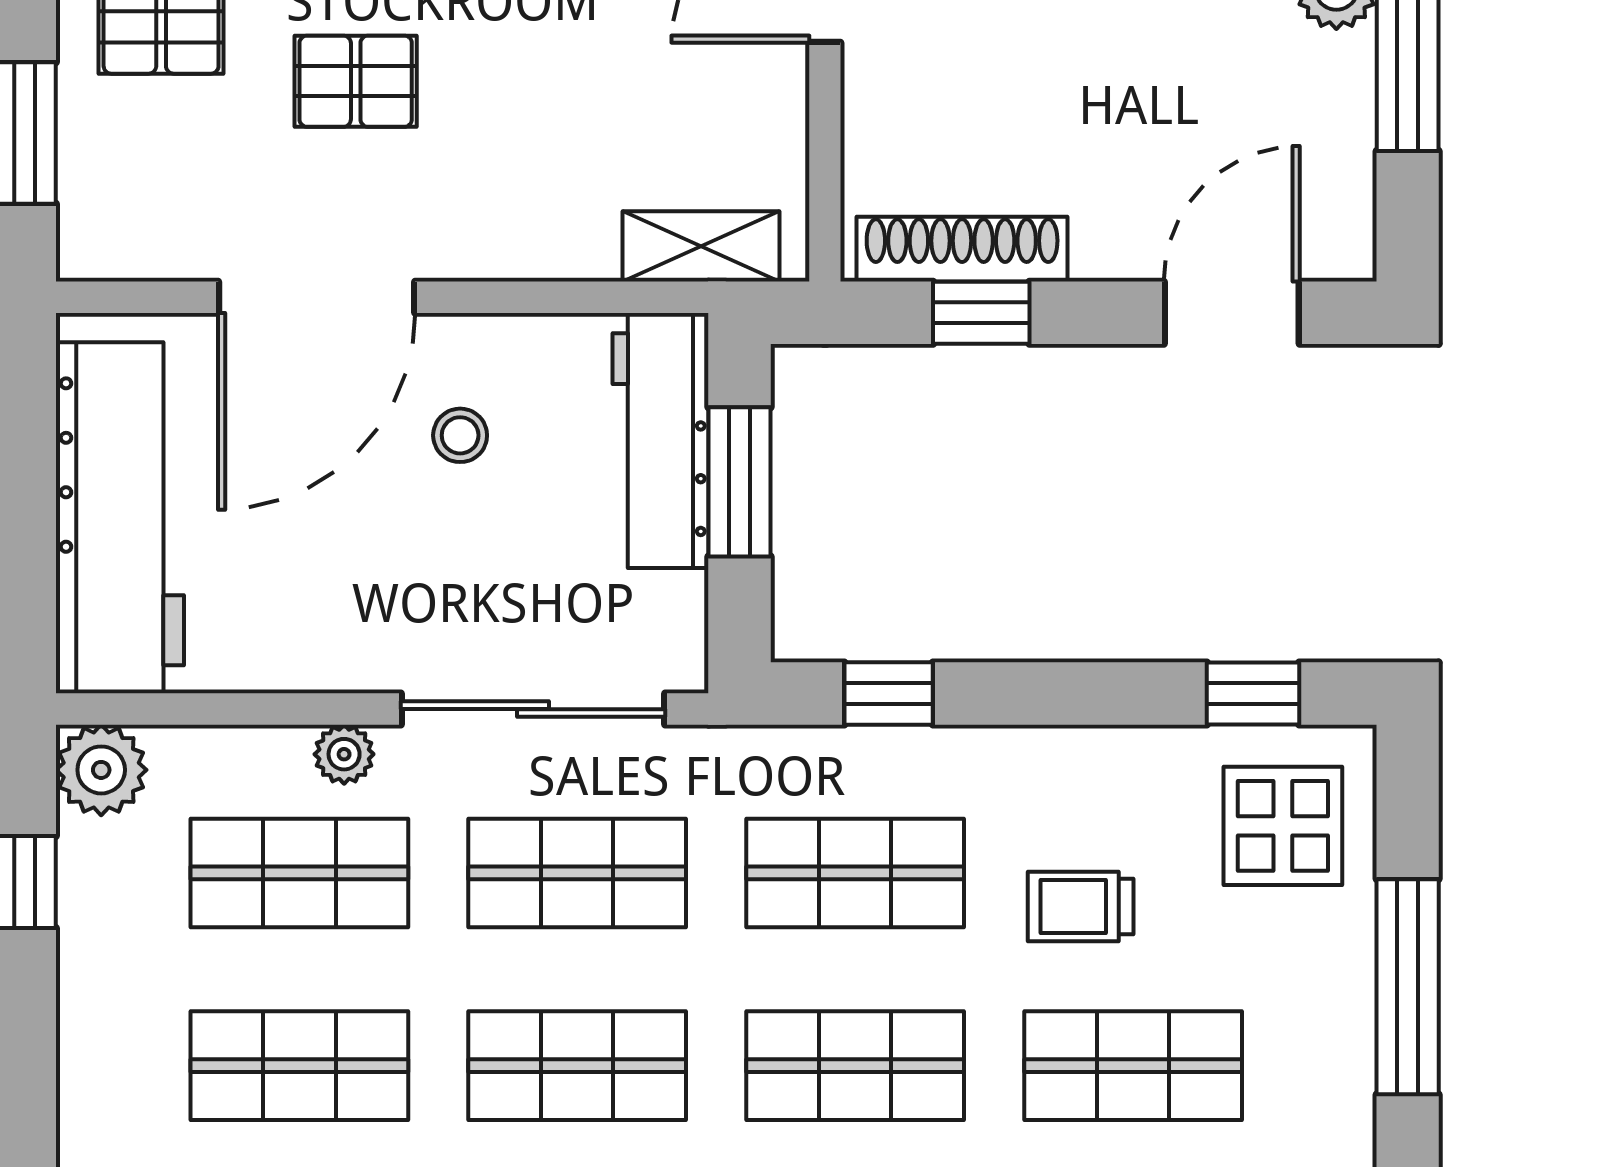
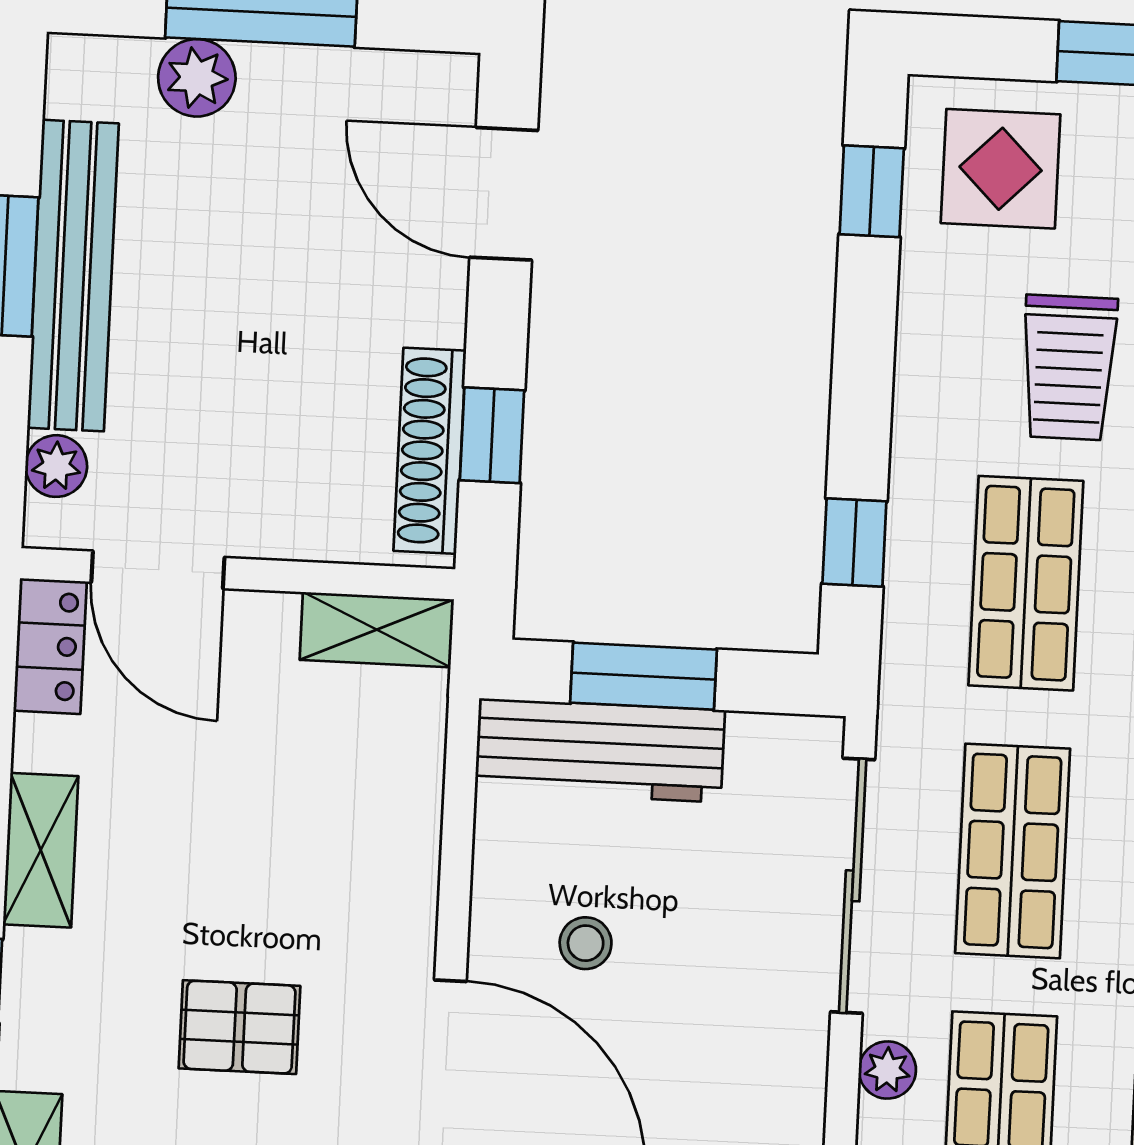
pallet: (356, 81) -> (239, 1027), turned 90
shelving: (701, 246) -> (377, 630), moved, turned 90
trolley: (1081, 907) -> (1069, 367), width x1.36, depth x1.39

